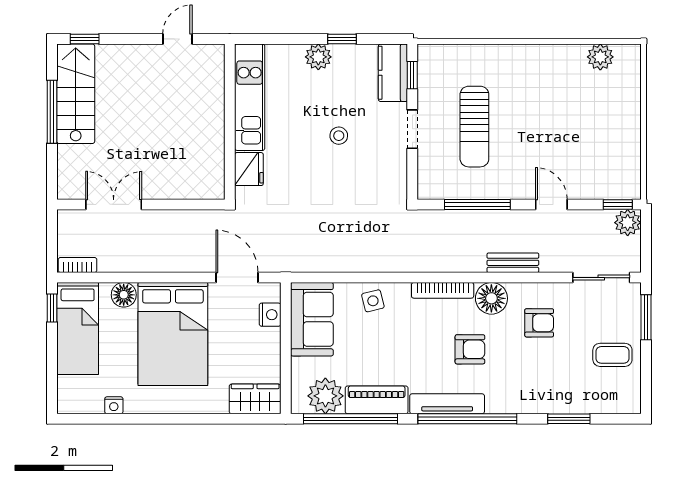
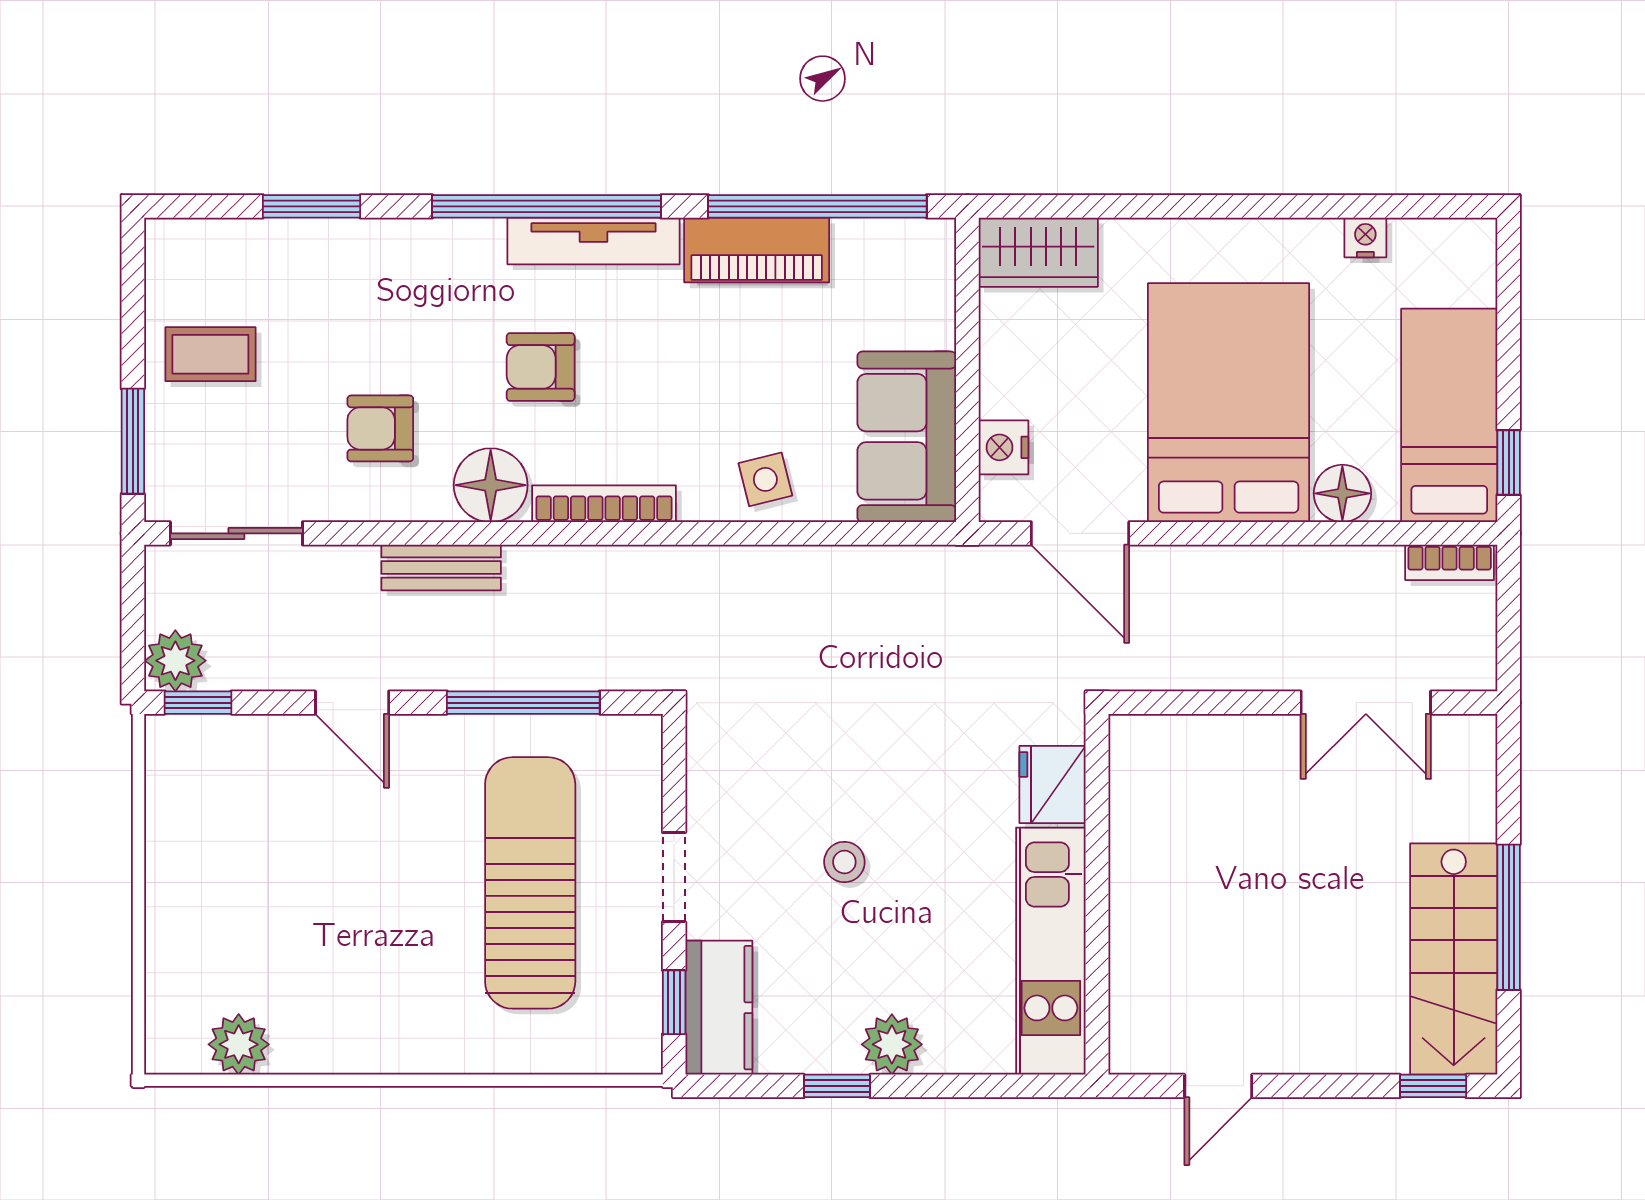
sun lounger: (474, 127) -> (530, 883), width x1.36, depth x1.34
plant: (325, 396) -> (875, 259), removed

